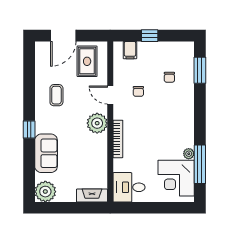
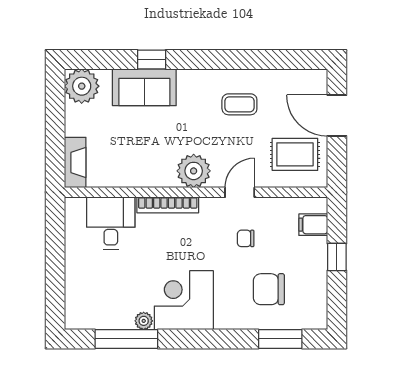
chair: (169, 77) -> (269, 289), width x1.87, depth x1.87
window: (29, 129) -> (152, 60), moved
corner desk: (176, 178) -> (184, 300), moved
desk: (129, 187) -> (111, 223), moved

